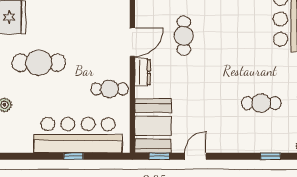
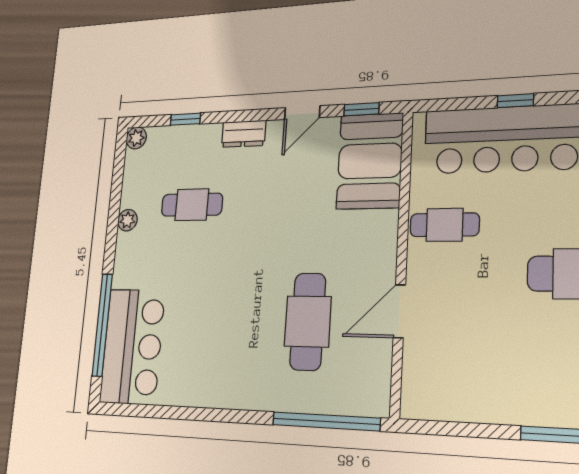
cafe table: (184, 36) -> (308, 321), width x1.37, depth x1.35
dresser: (142, 72) -> (244, 134), moved, turned -90

